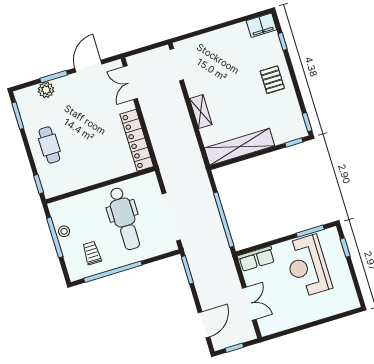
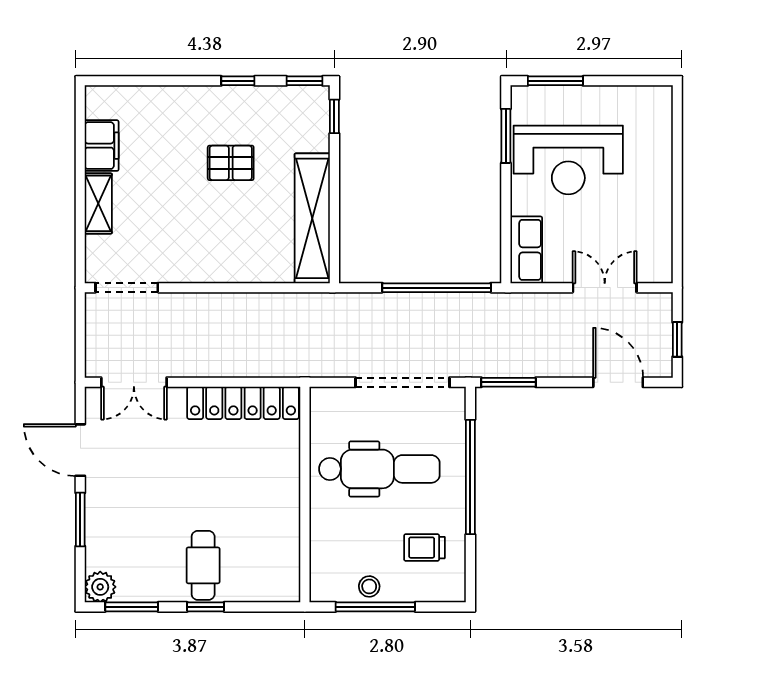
filing cabinet: (261, 25) -> (102, 146), moved
window: (283, 41) -> (238, 81), moved
pallet: (272, 80) -> (231, 163), moved
plant: (46, 90) -> (100, 587), moved
shelving: (201, 112) -> (98, 203), moved, turned 90
cafe table: (49, 145) -> (203, 565), turned 90
window: (39, 184) -> (206, 607), moved
window: (345, 248) -> (555, 81), width x1.50
window: (113, 272) -> (470, 477), moved

